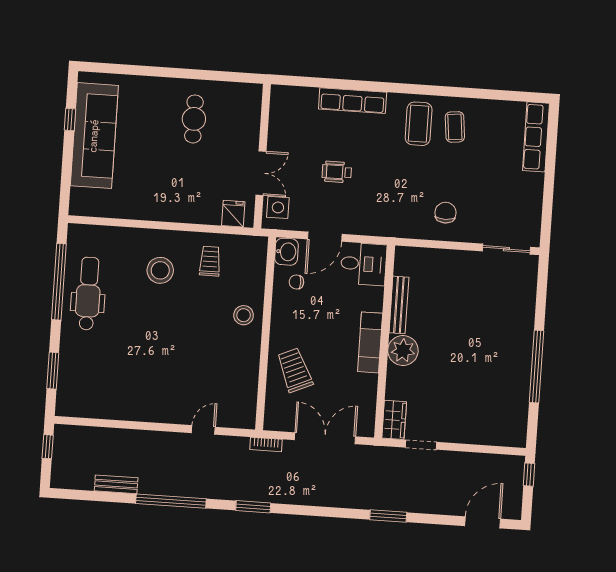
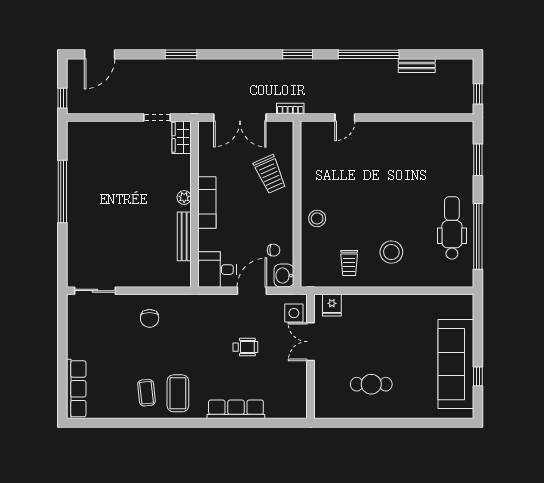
cafe table: (194, 119) -> (371, 384), turned 90
dental chair: (88, 294) -> (452, 228), turned 180
plant: (403, 351) -> (184, 197), width x0.53, depth x0.53

